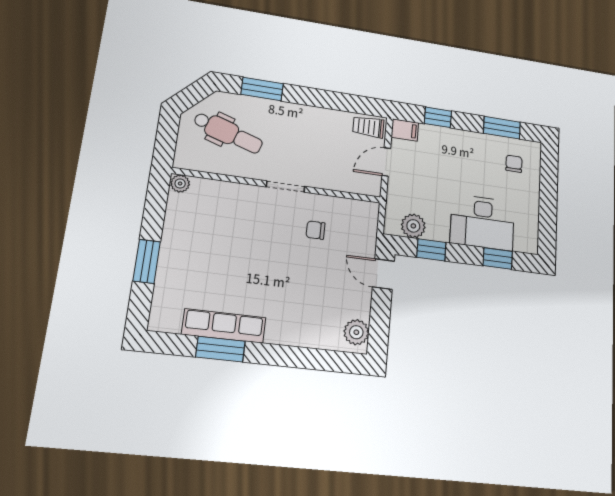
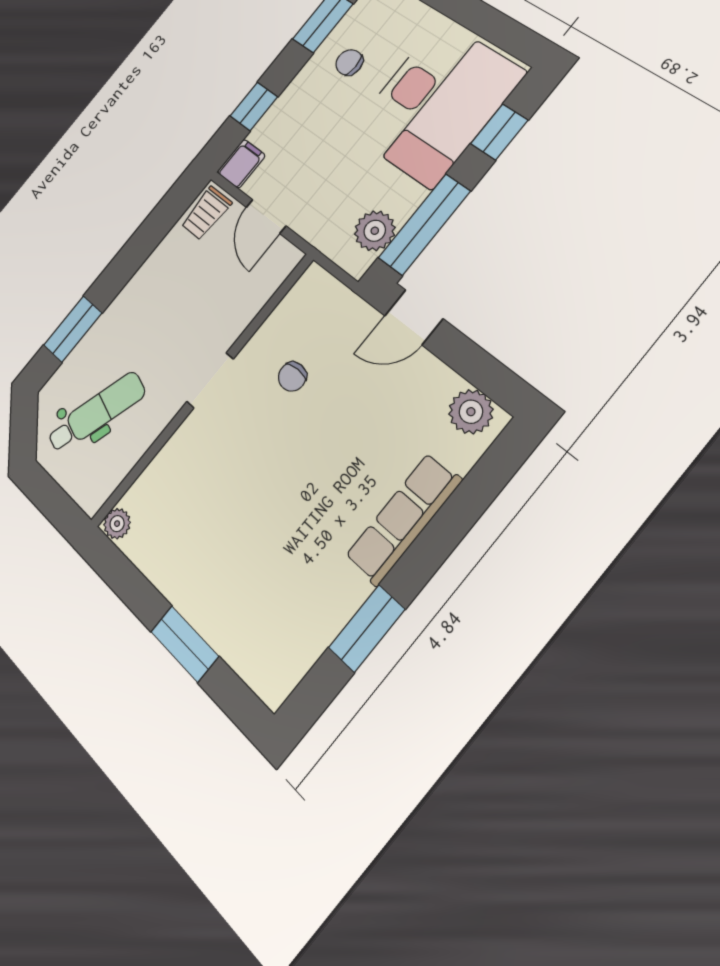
chair: (514, 164) -> (349, 62), moved
desk: (482, 222) -> (436, 103), width x1.36, depth x1.30
window: (431, 250) -> (424, 225), width x2.17
row of seats: (224, 326) -> (403, 519), moved

